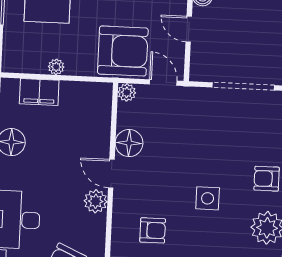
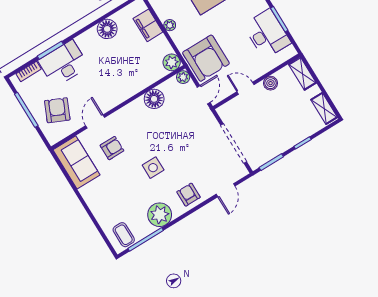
door: (189, 29) -> (245, 88), hinge flipped
door: (111, 174) -> (95, 122), moved
plant: (96, 201) -> (172, 62), moved
armchair: (153, 230) -> (112, 148), turned -90

